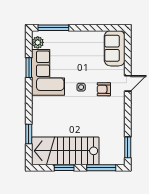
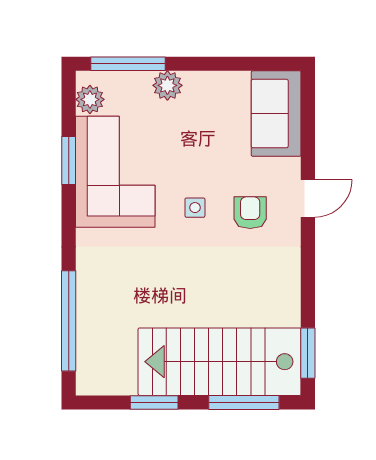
plant: (70, 37) -> (167, 85), added
armchair: (104, 89) -> (250, 213), turned 90
window: (29, 134) -> (69, 321), width x2.11
stairs: (65, 151) -> (220, 362), moved

